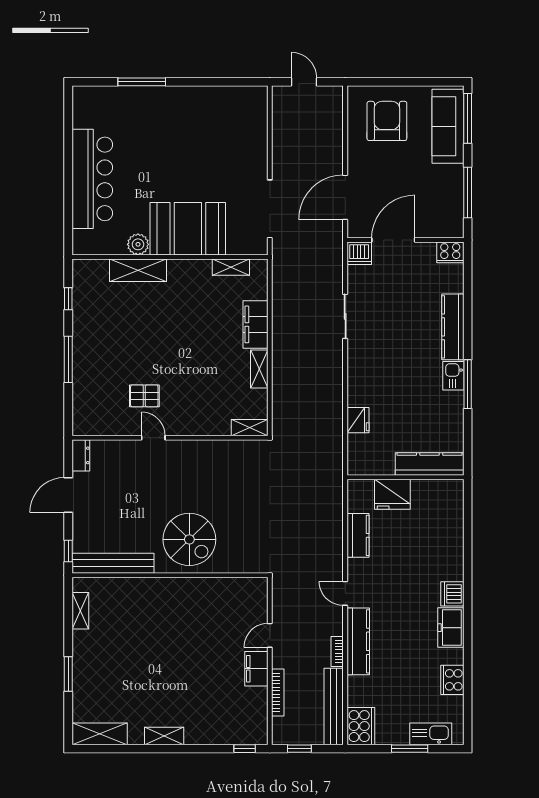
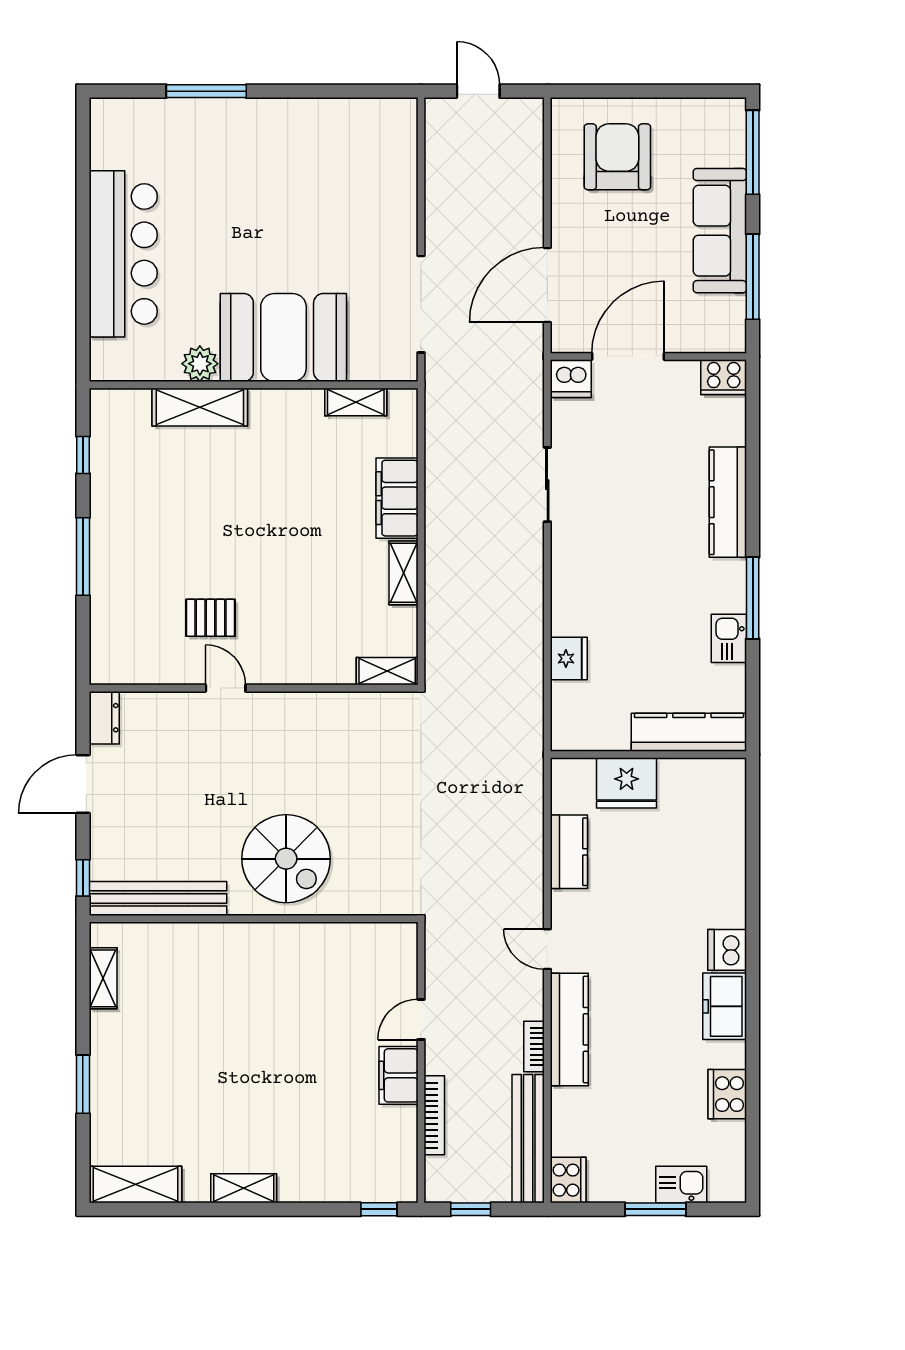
sofa: (448, 126) -> (720, 231), moved
kitchen sink: (453, 376) -> (729, 638), moved
cooker: (361, 726) -> (568, 1180), width x0.73, depth x0.76
kitchen sink: (431, 734) -> (681, 1185), width x0.73

